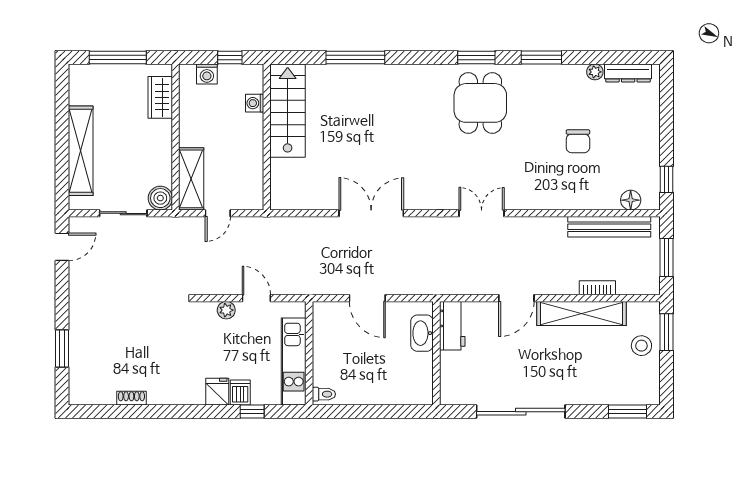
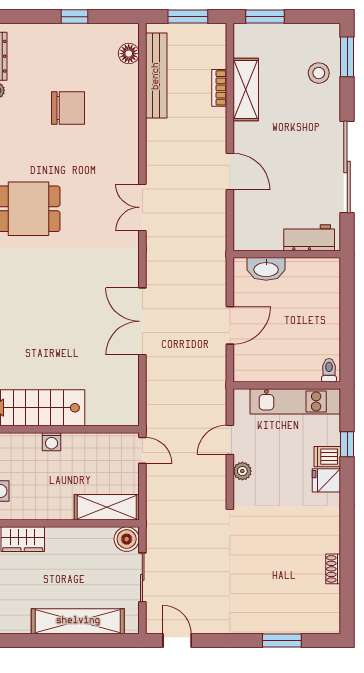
washing machine: (255, 103) -> (52, 442), moved
chair: (578, 141) -> (68, 108), width x1.37, depth x1.37
window: (667, 179) -> (74, 17), moved
door: (218, 213) -> (142, 450), moved
shelving: (582, 313) -> (246, 90), width x0.68
workbench: (452, 326) -> (309, 238), moved
stool: (641, 346) -> (319, 73), moved

